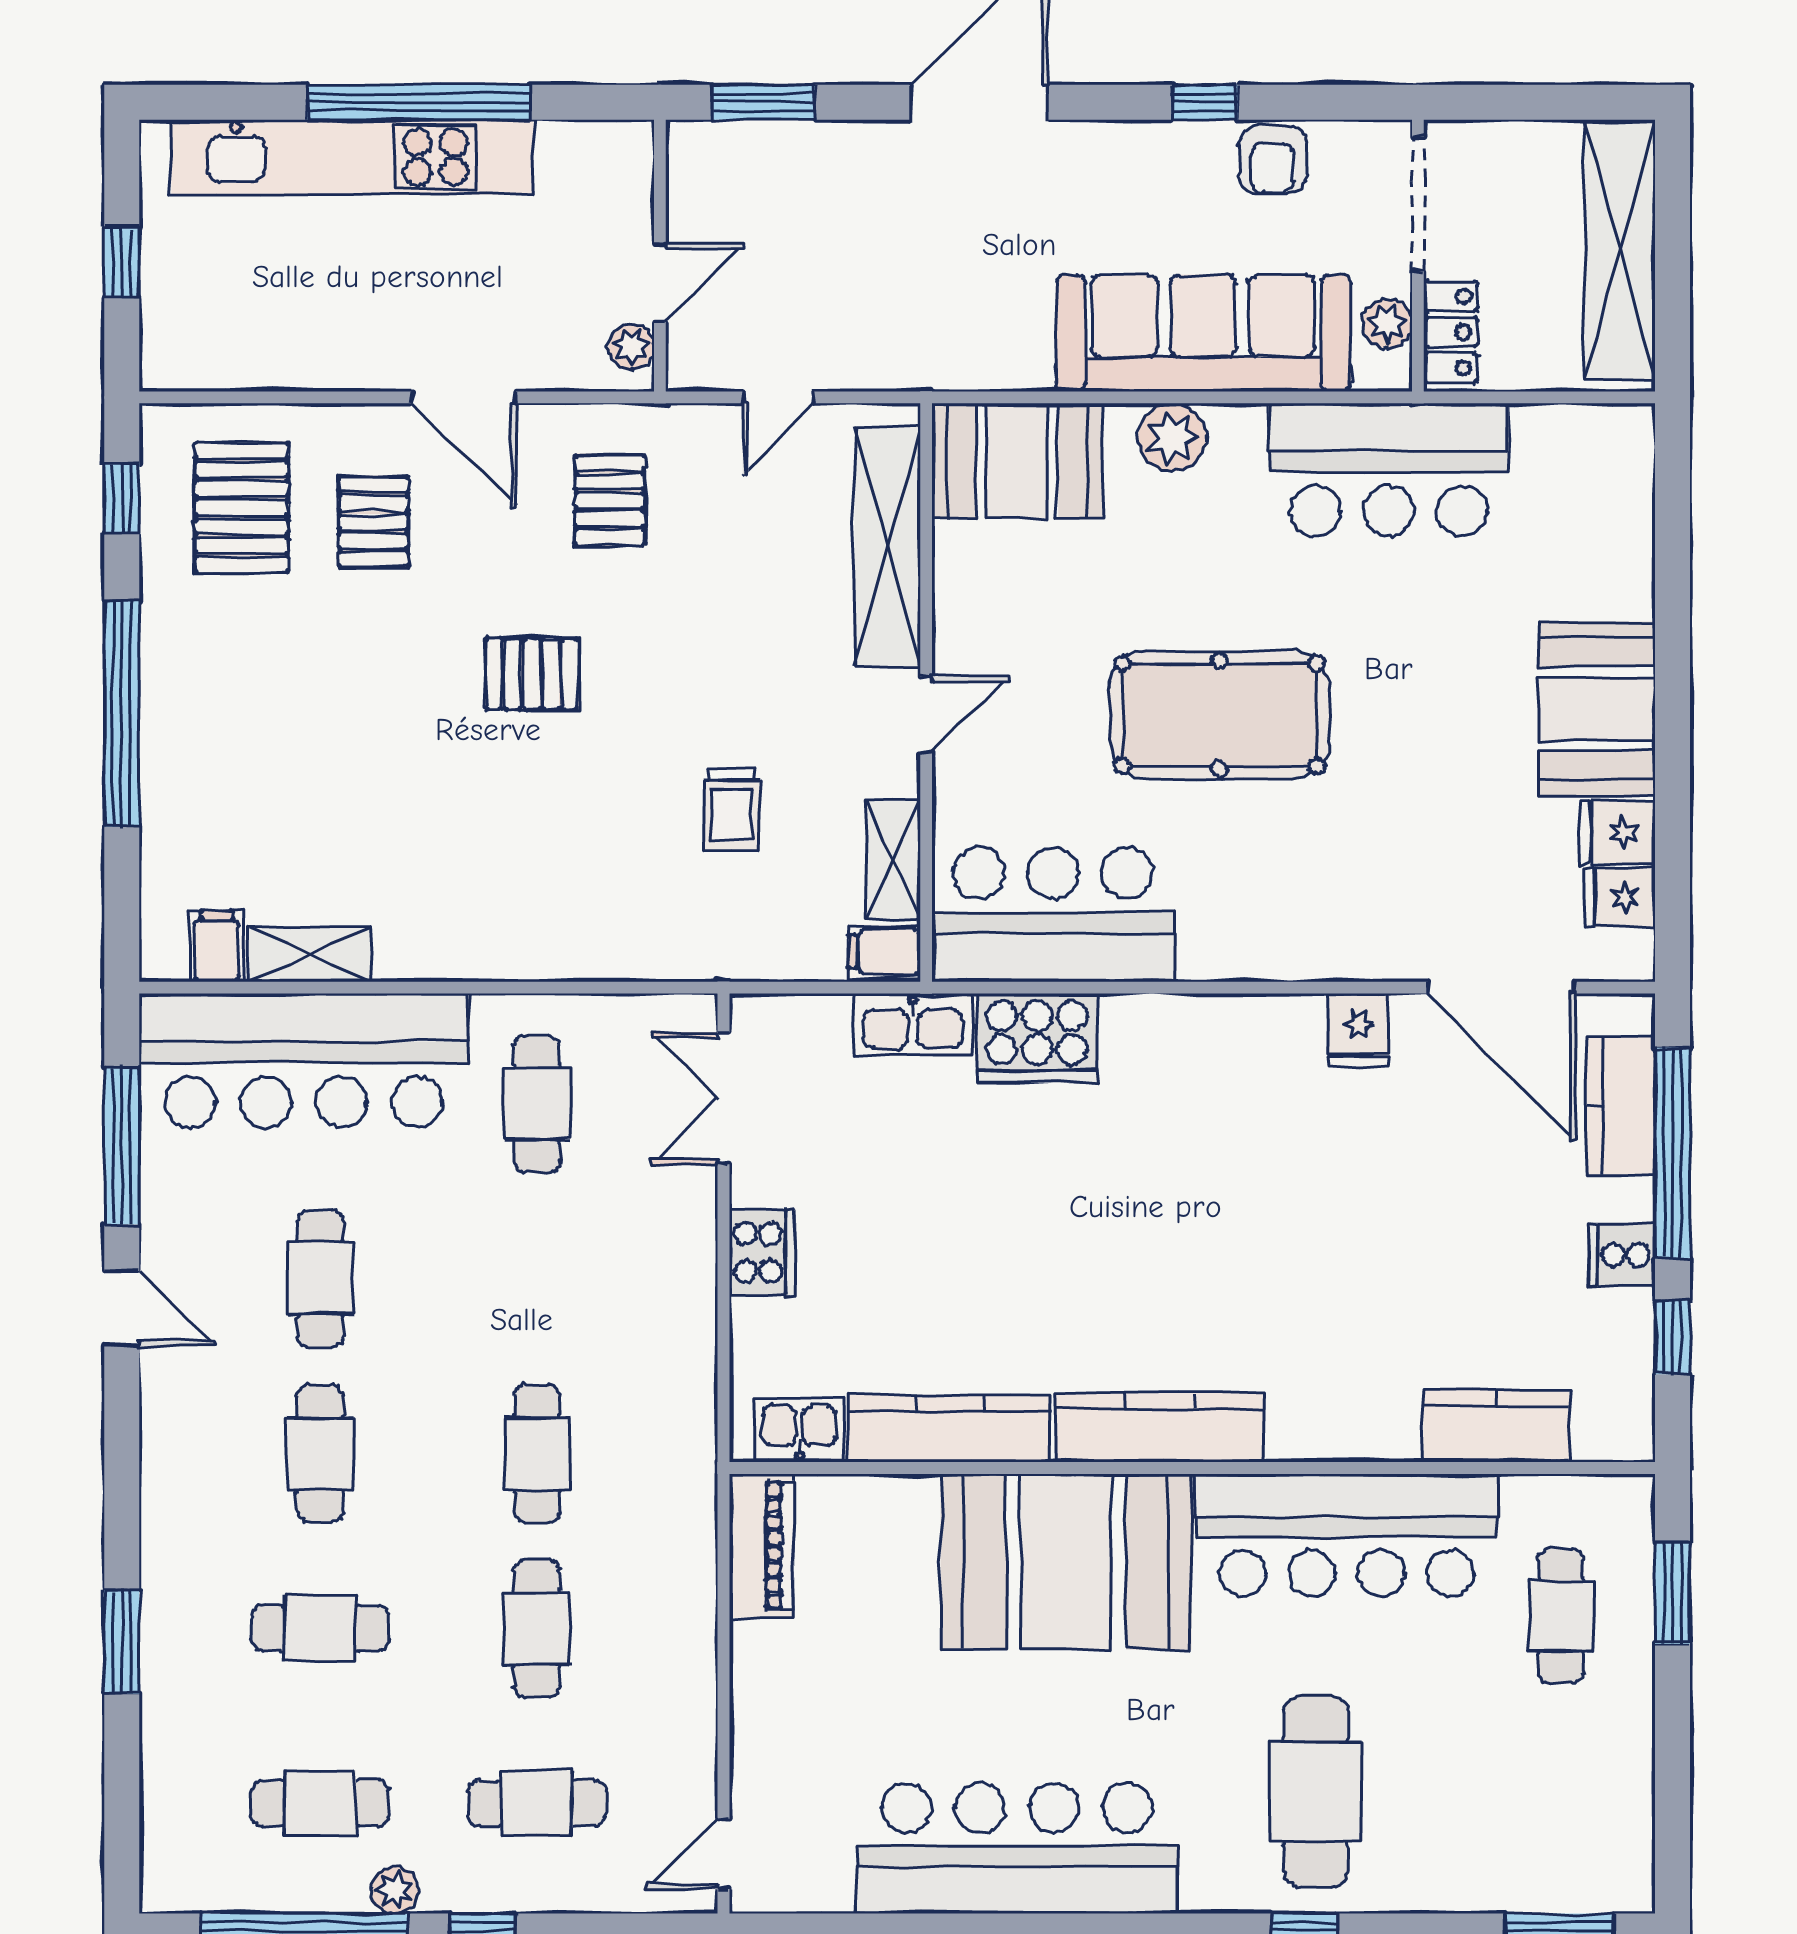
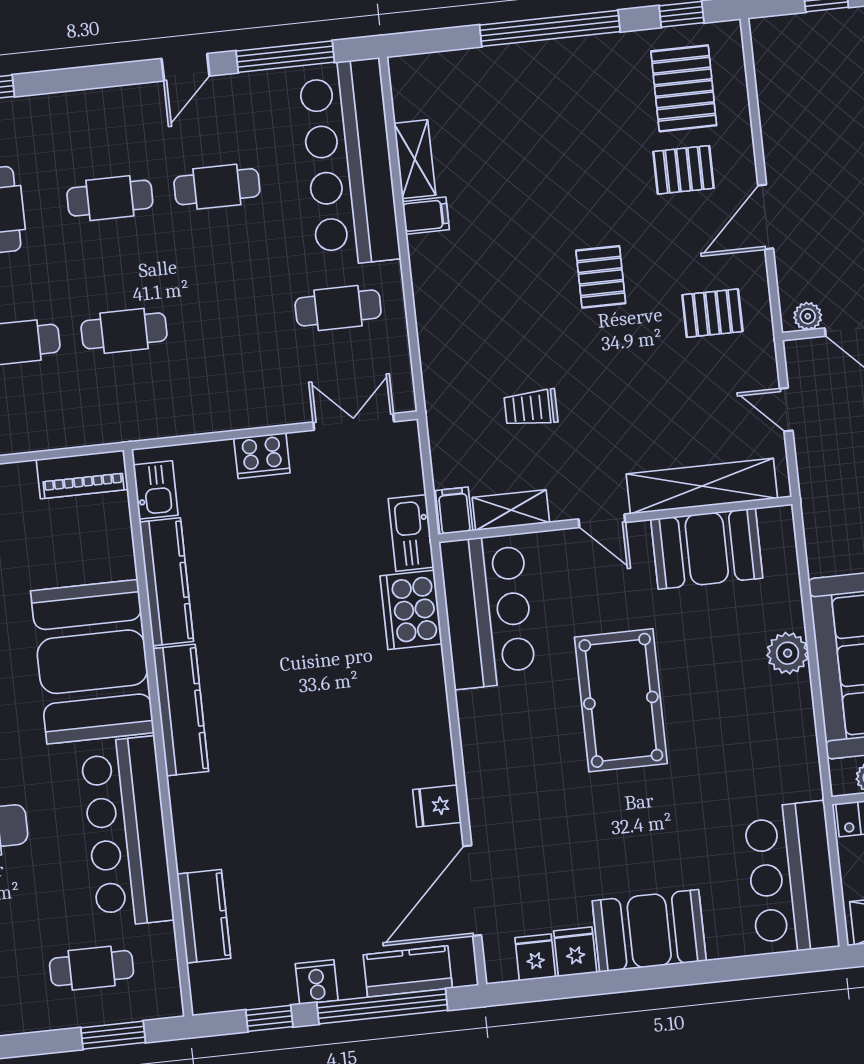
booth: (1017, 461) -> (707, 549), moved, turned 90
bar counter: (1388, 470) -> (792, 878), moved
pallet: (242, 507) -> (684, 88), turned 90
filing cabinet: (217, 946) -> (426, 216), moved

